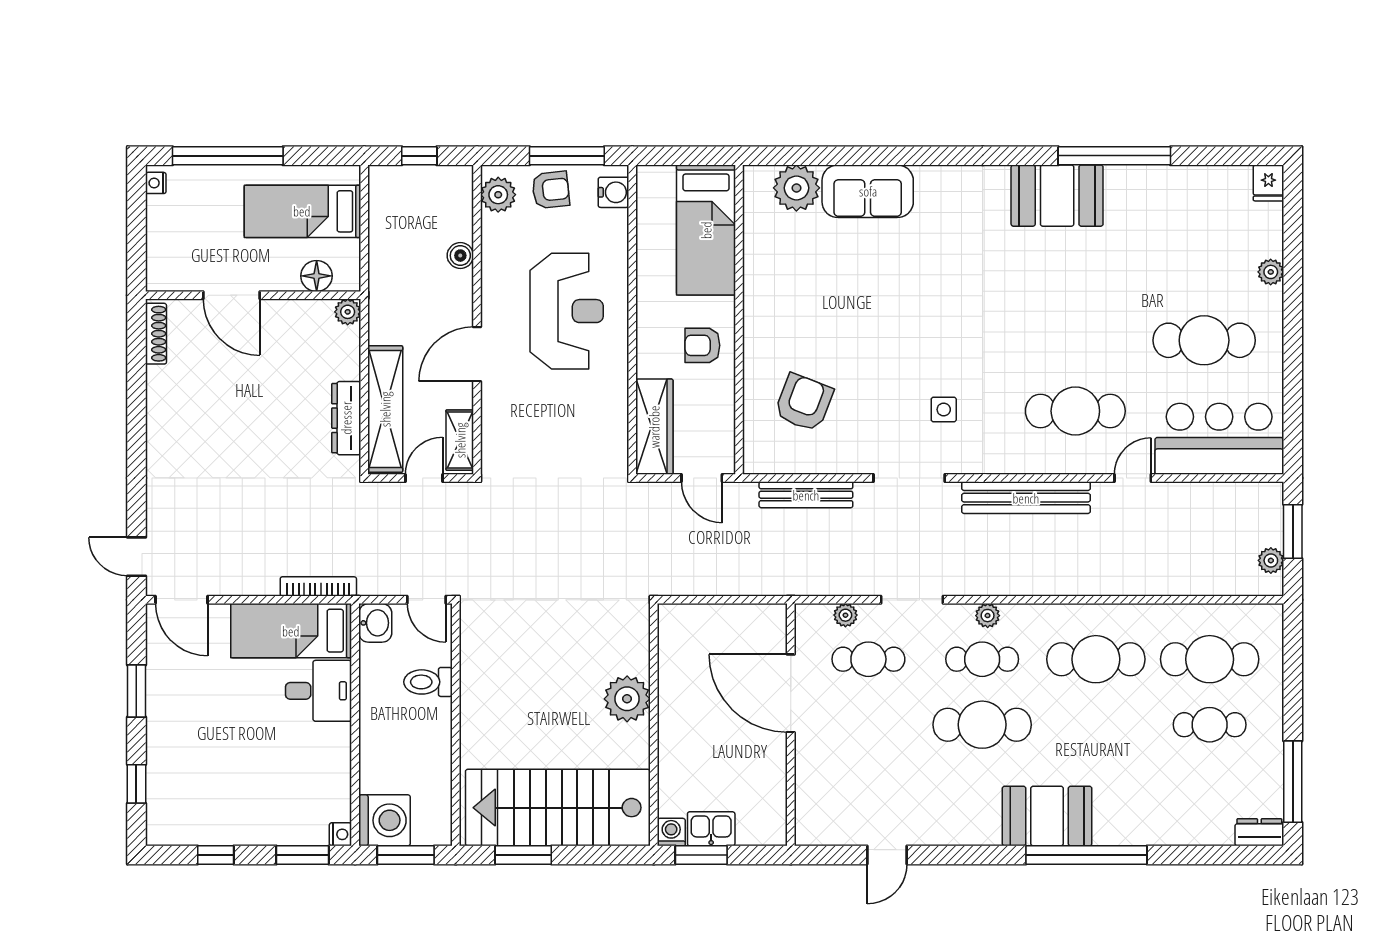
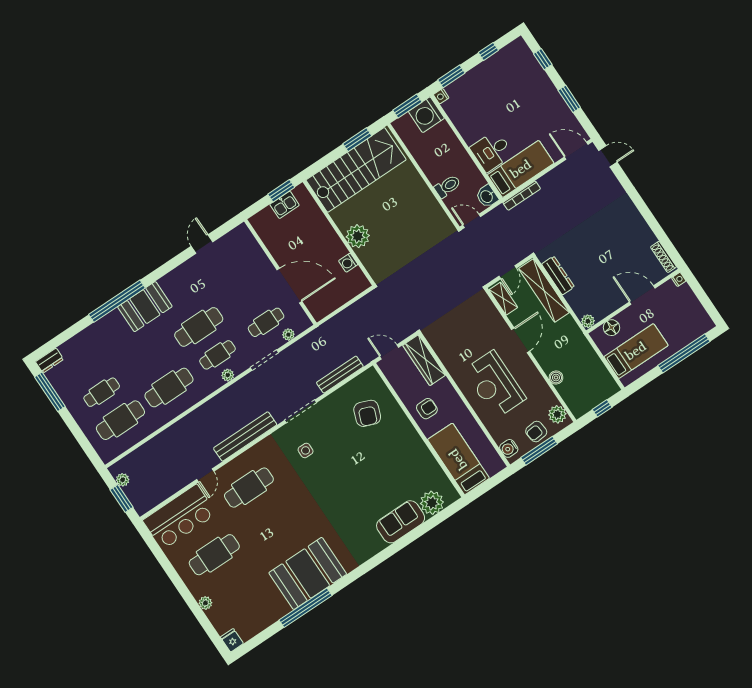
nightstand: (156, 183) -> (679, 279), moved
booth: (1057, 196) -> (308, 573), width x1.36, depth x1.42
washing machine: (671, 832) -> (348, 263), moved, turned 90

